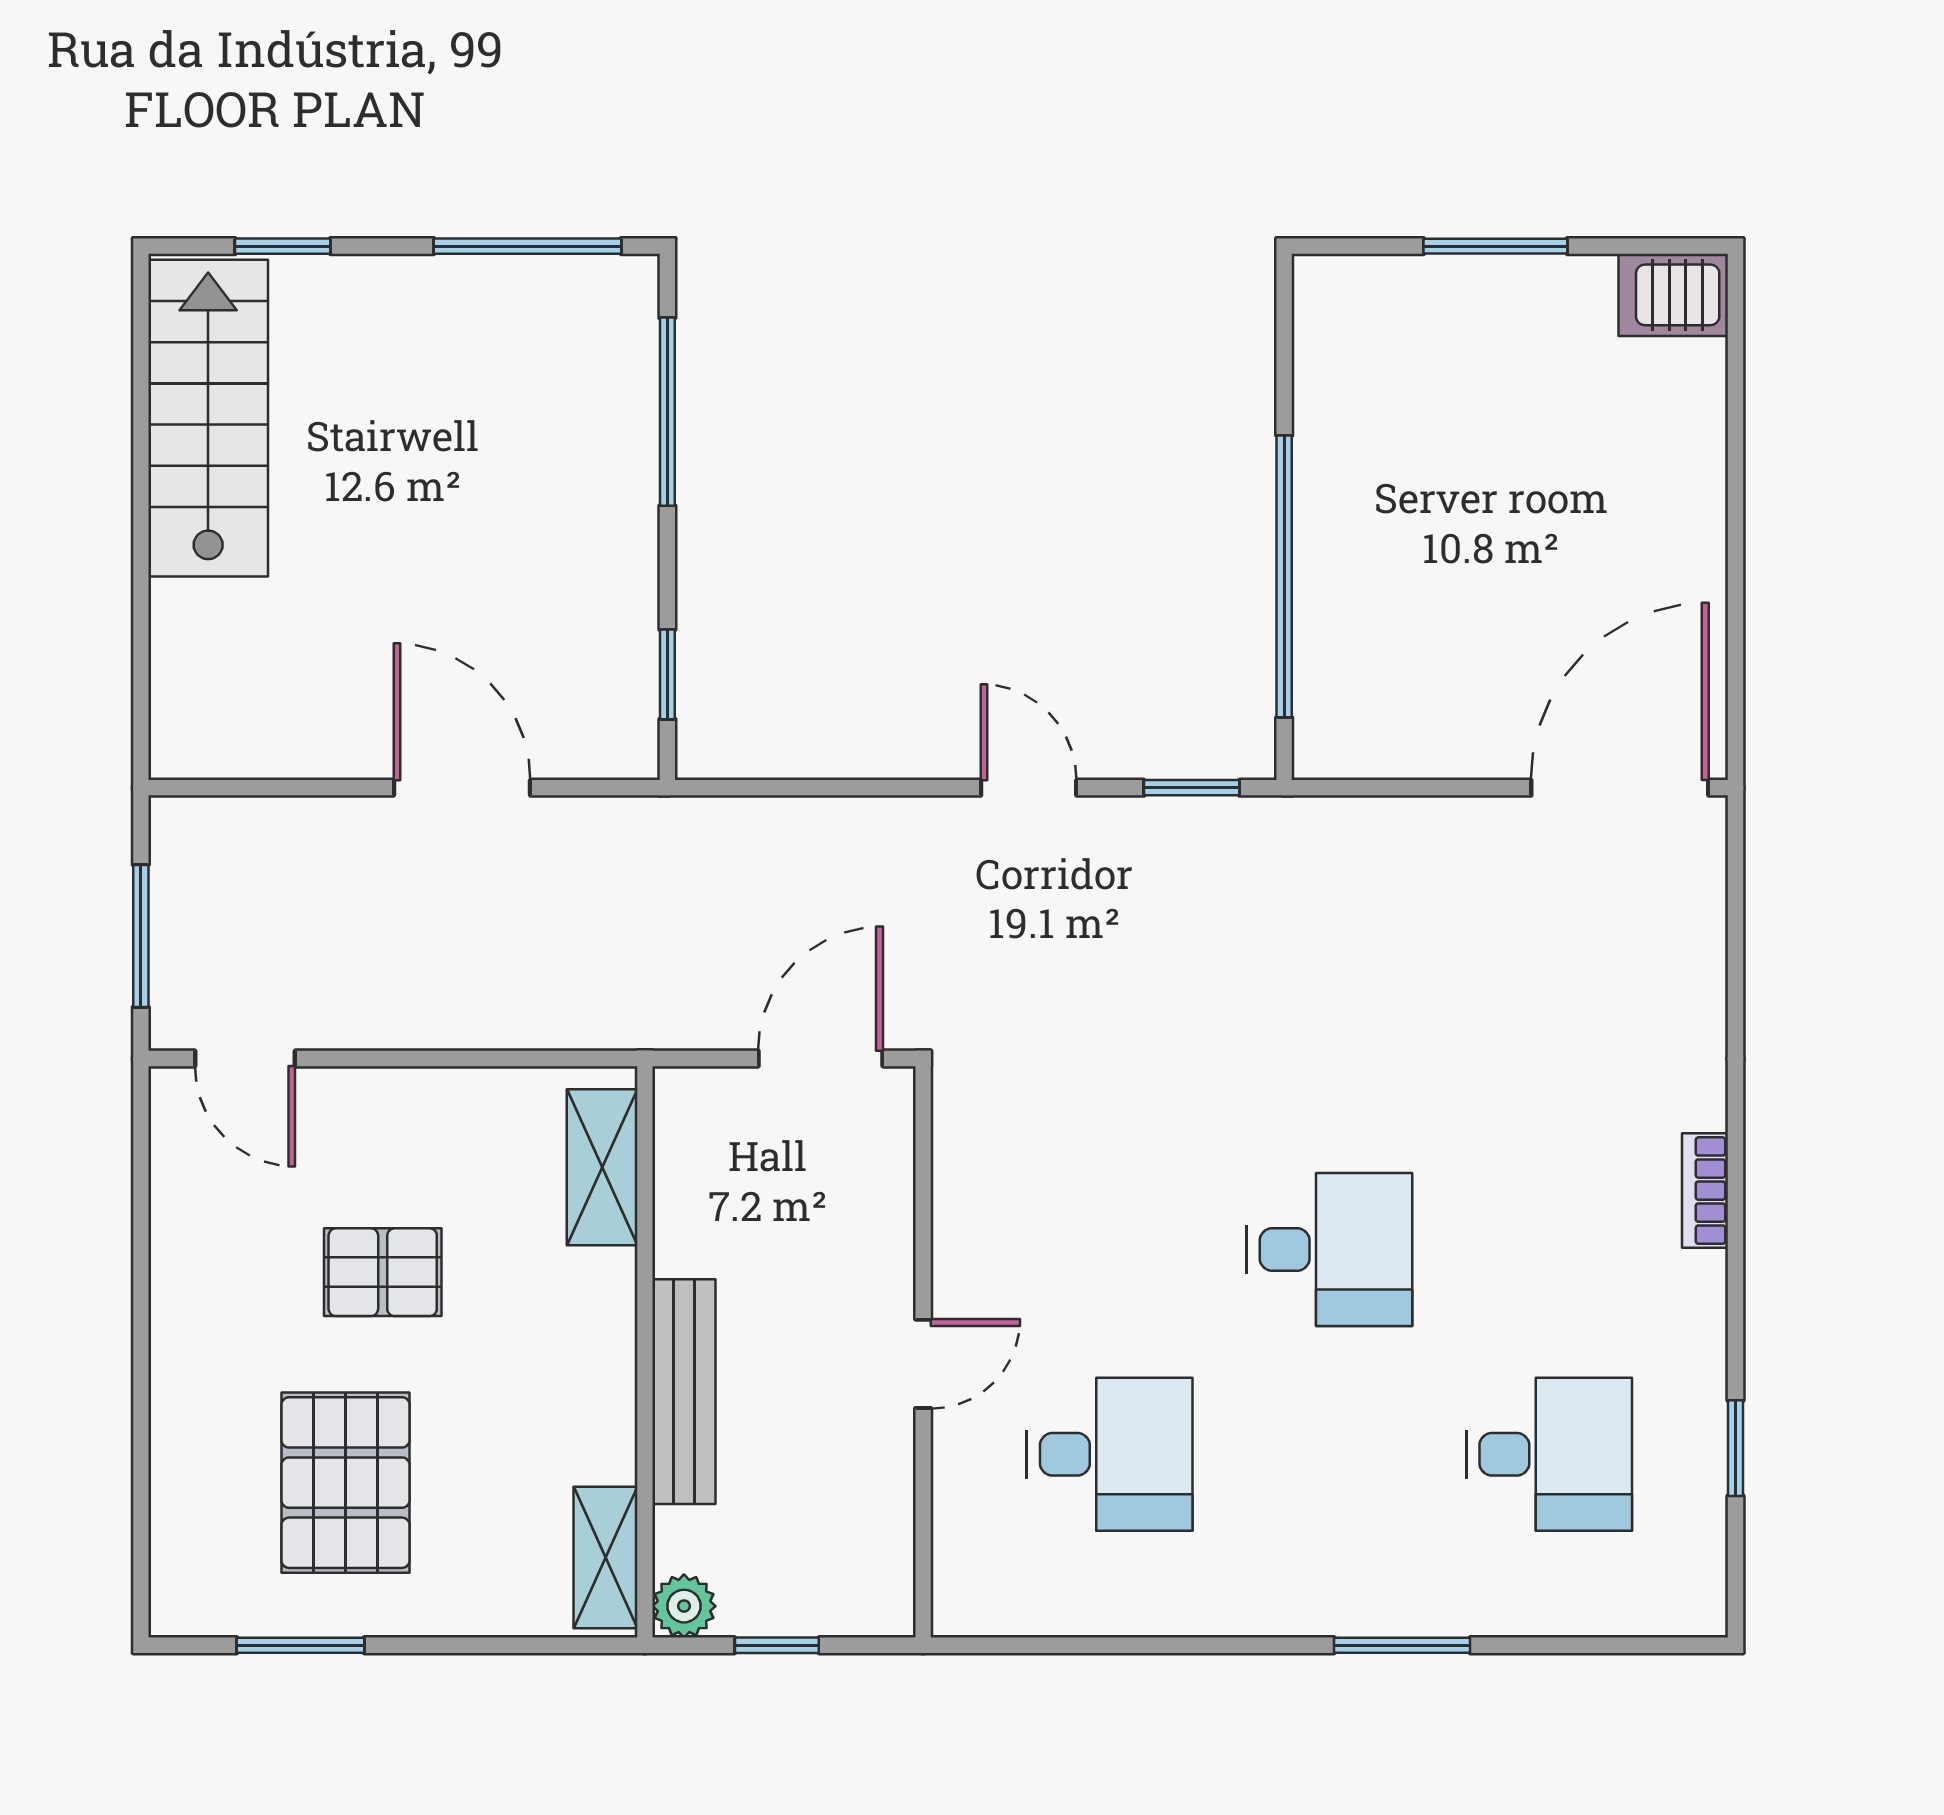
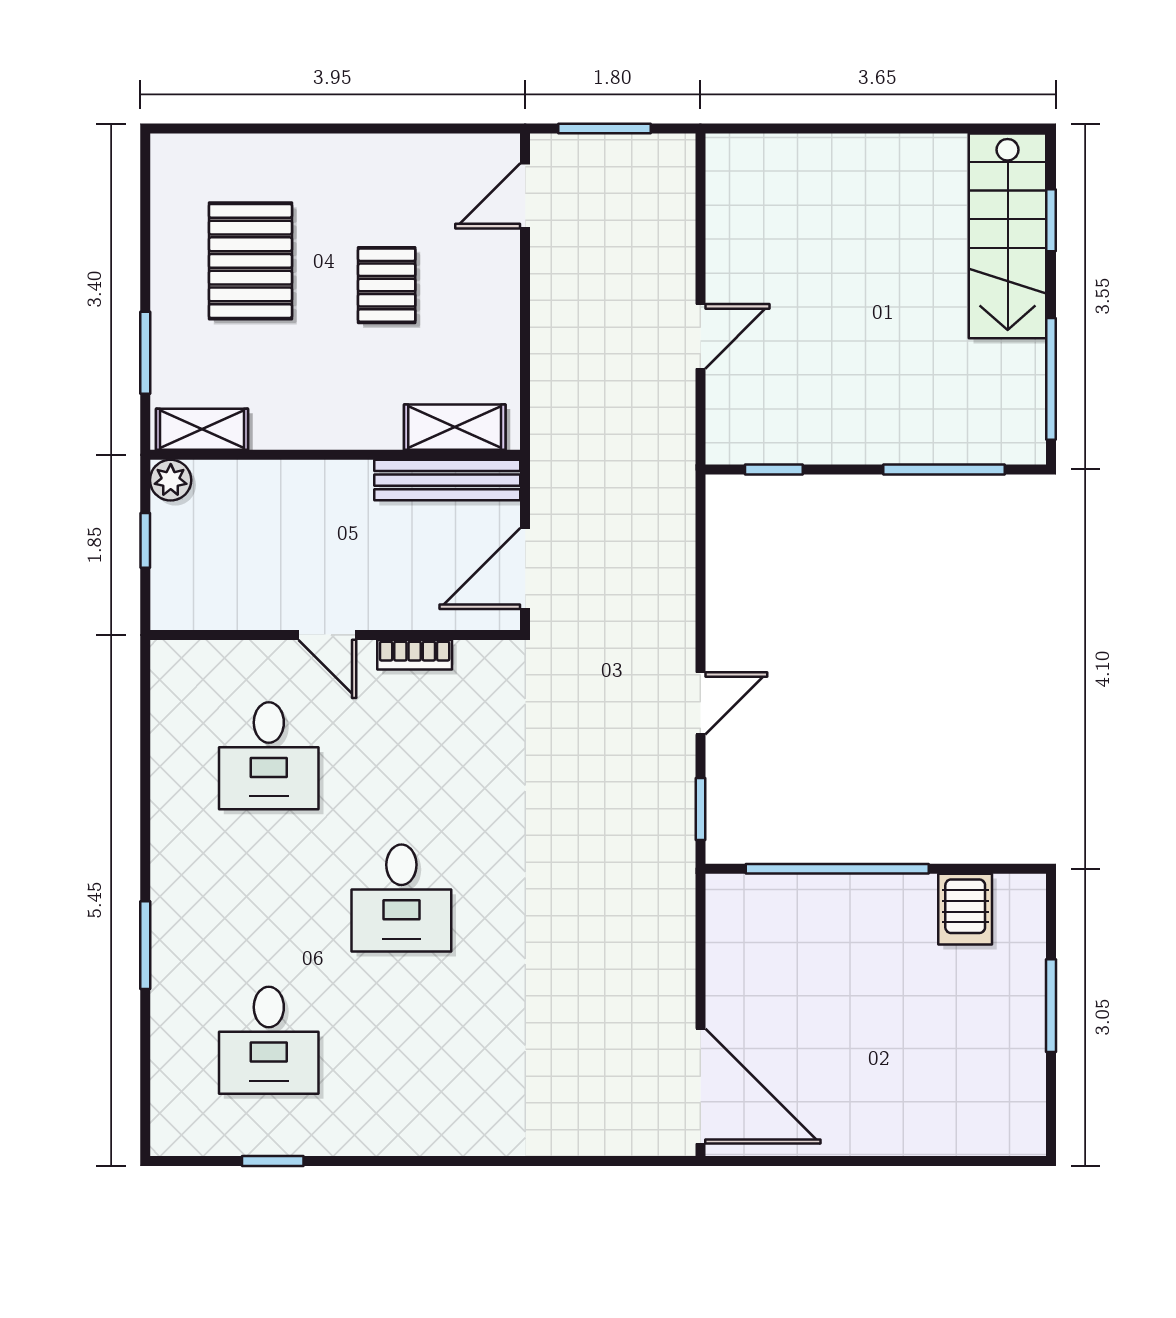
server rack: (1673, 295) -> (965, 909), moved, turned 180
stairs: (208, 418) -> (1008, 236), moved, turned 90
door: (462, 788) -> (700, 336), width x0.73
door: (821, 1059) -> (525, 569), swing flipped
bookcase: (1705, 1191) -> (415, 655), moved, turned 180
bench: (684, 1392) -> (447, 480), moved
pallet: (345, 1483) -> (250, 261), turned 90
window: (300, 1645) -> (145, 353), moved

